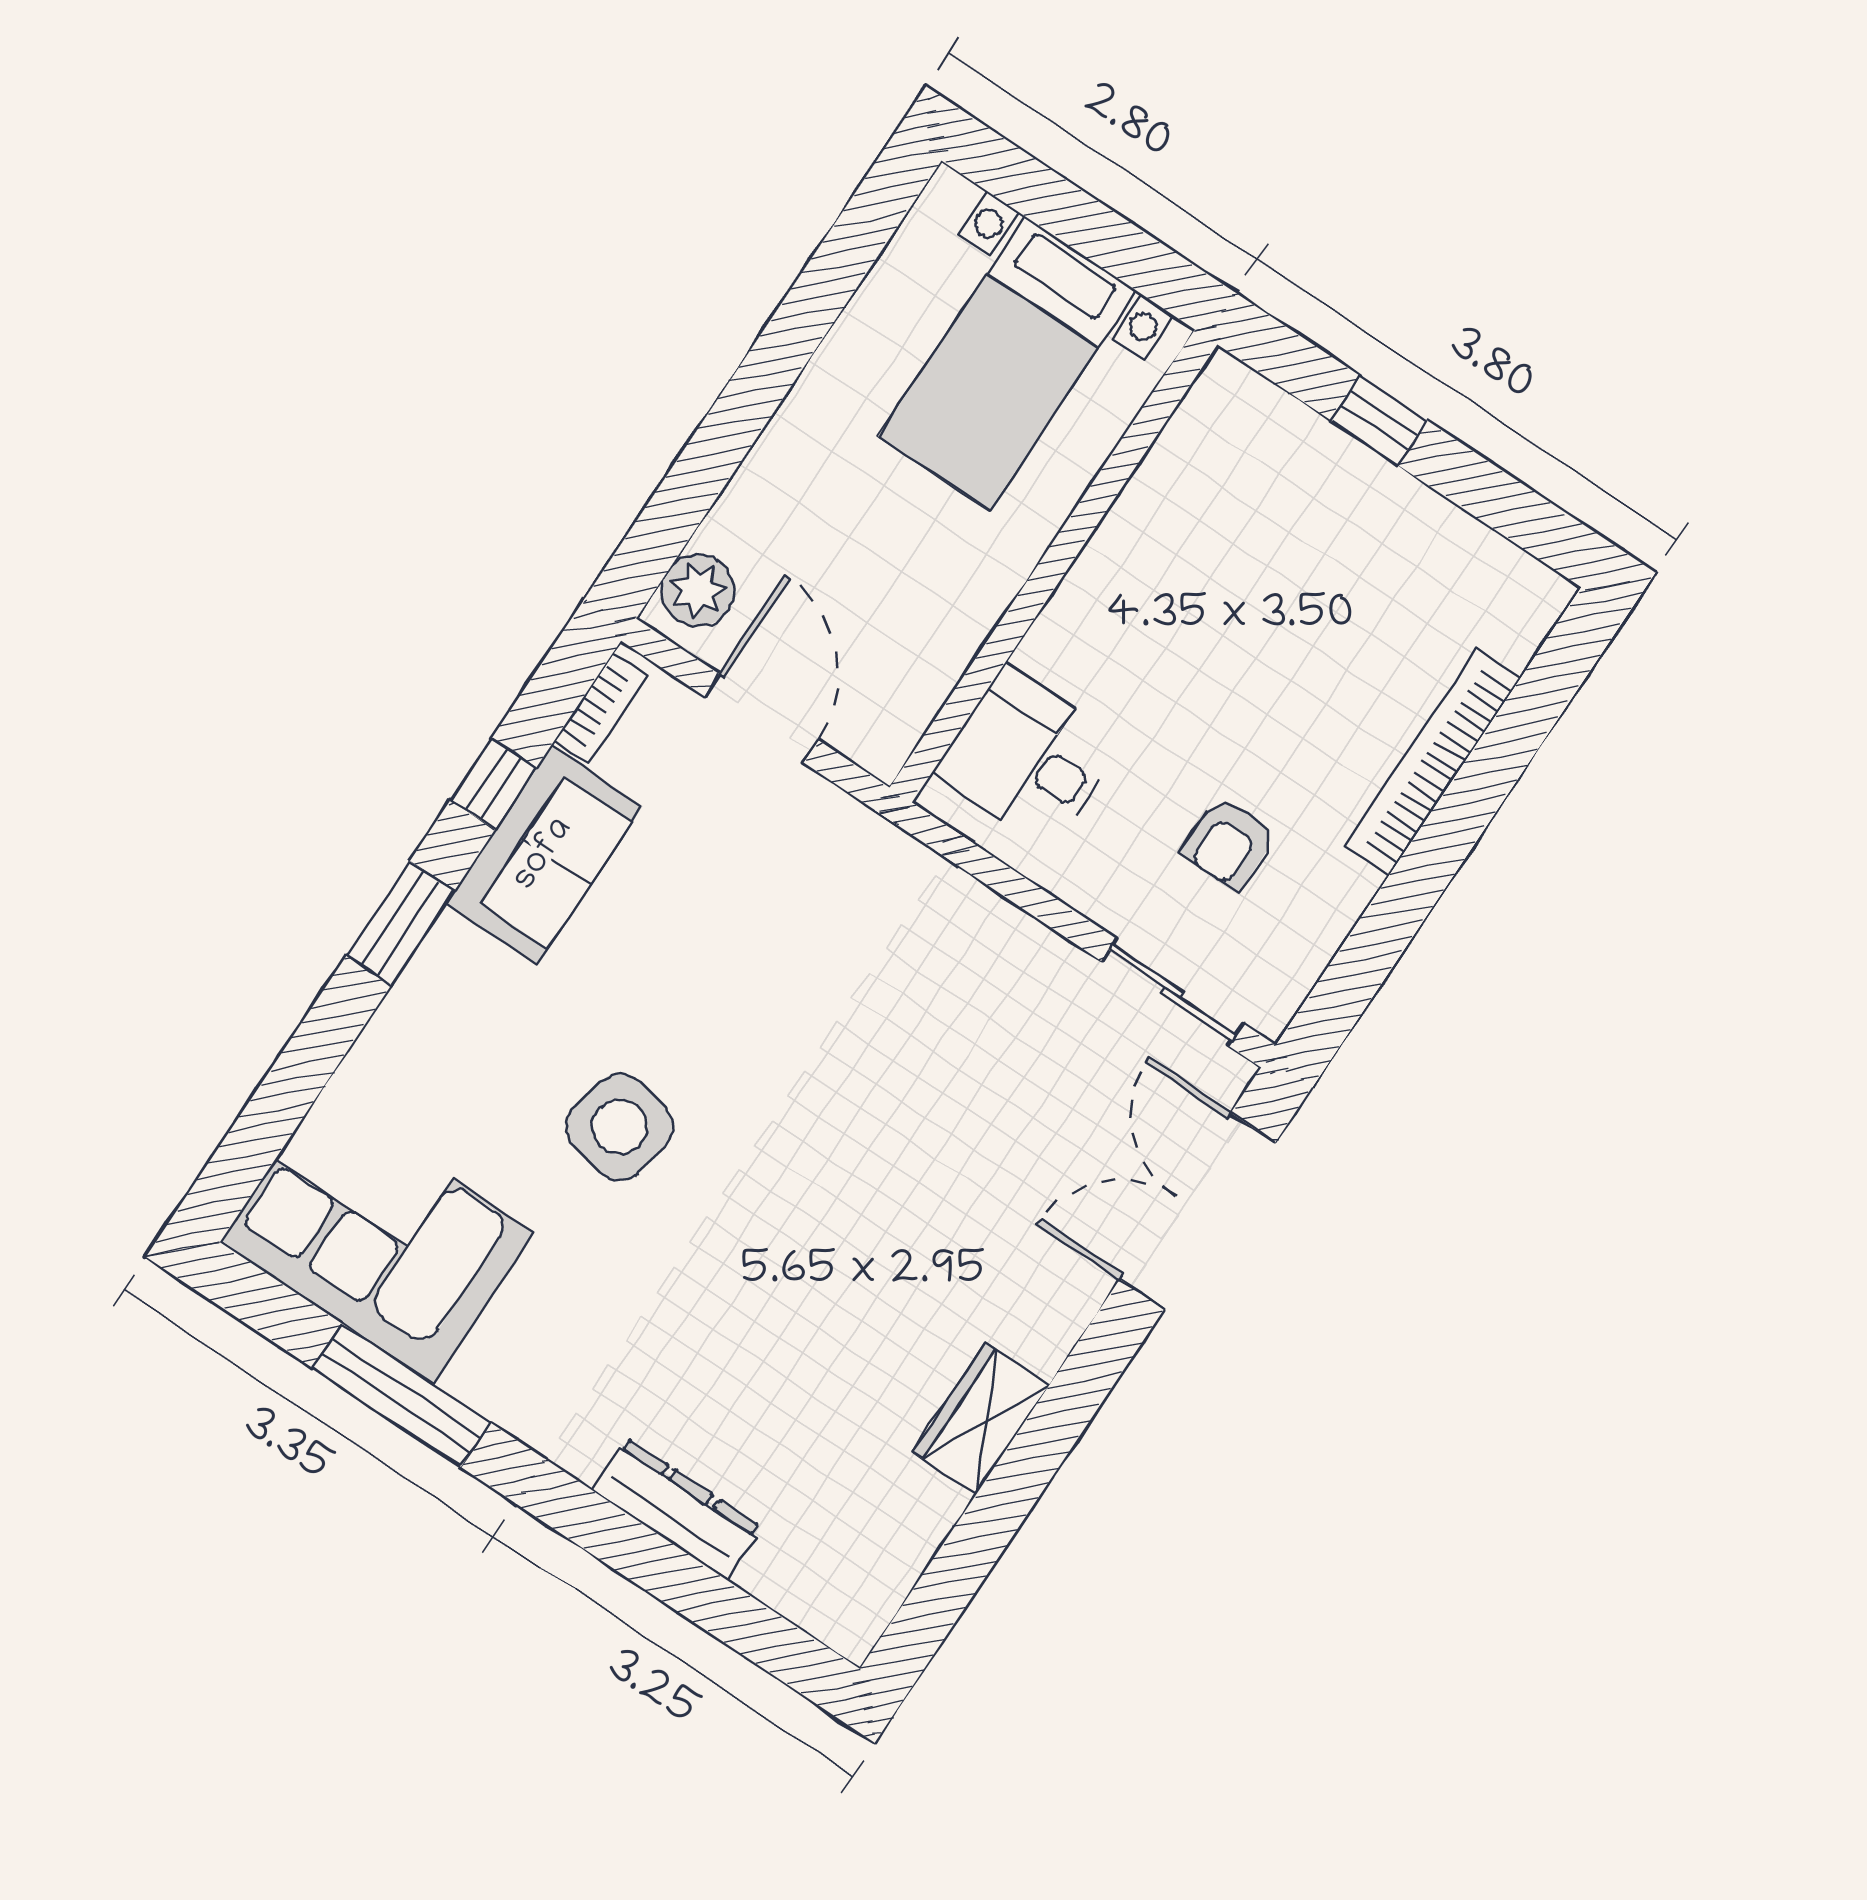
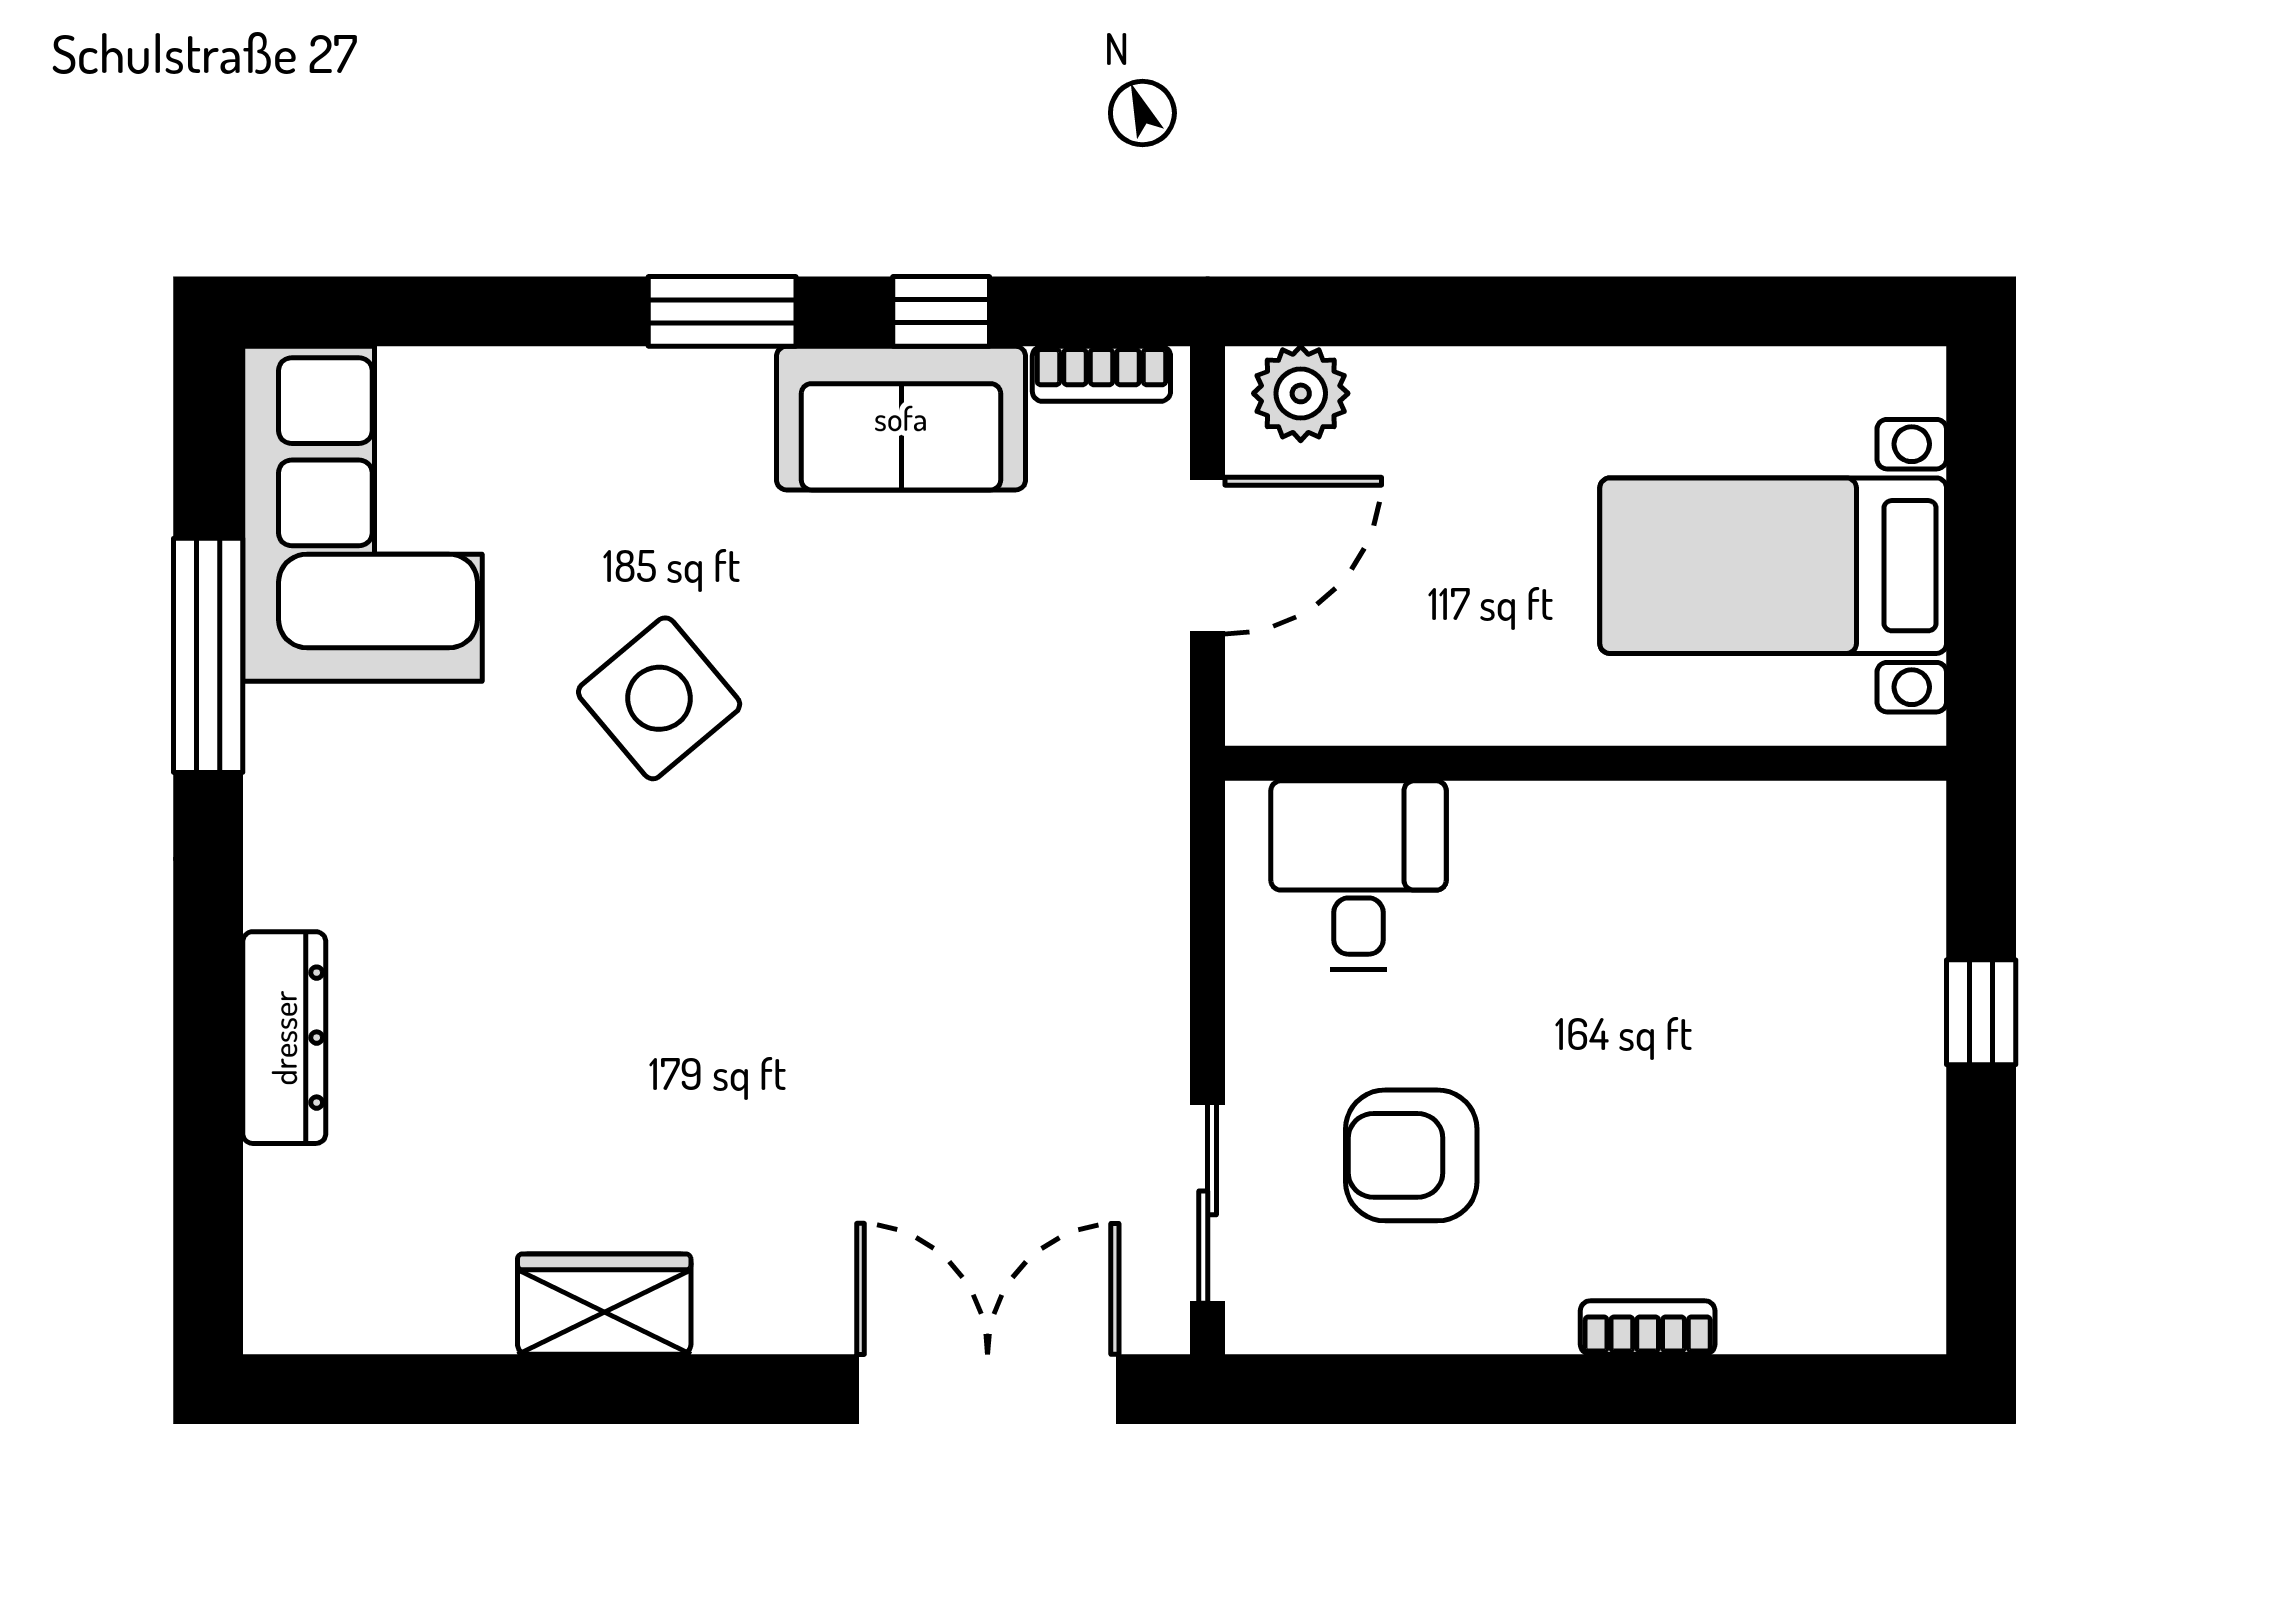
bookcase: (1433, 762) -> (1648, 1328), width x0.43, depth x0.76
armchair: (1228, 843) -> (1411, 1155), width x1.38, depth x1.38
side table: (620, 1127) -> (659, 698), turned 38

